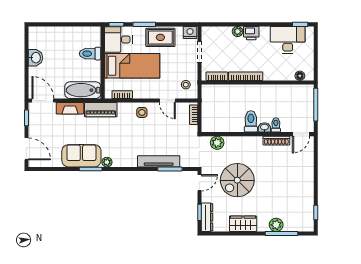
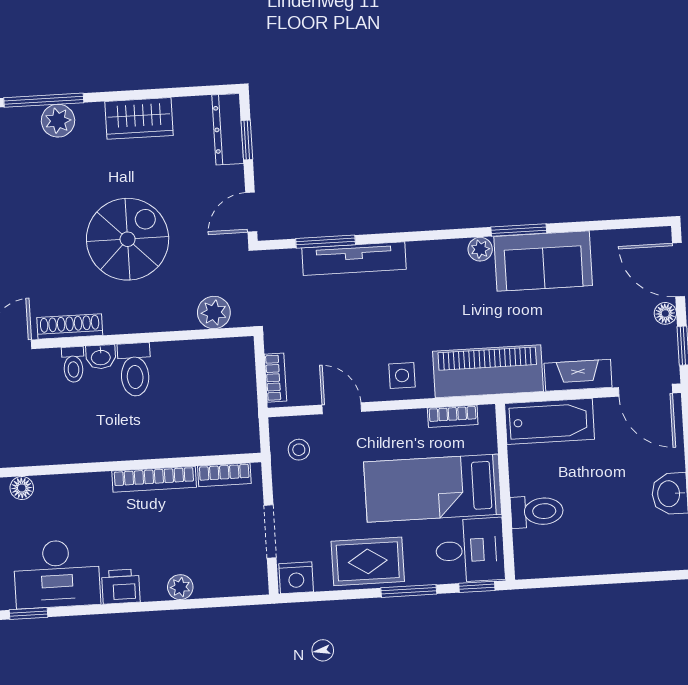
printer: (251, 33) -> (121, 587), moved
piano: (101, 110) -> (488, 371), width x1.37, depth x1.33
floor lamp: (33, 131) -> (665, 313), added
spiral stairs: (237, 180) -> (128, 239), moved

